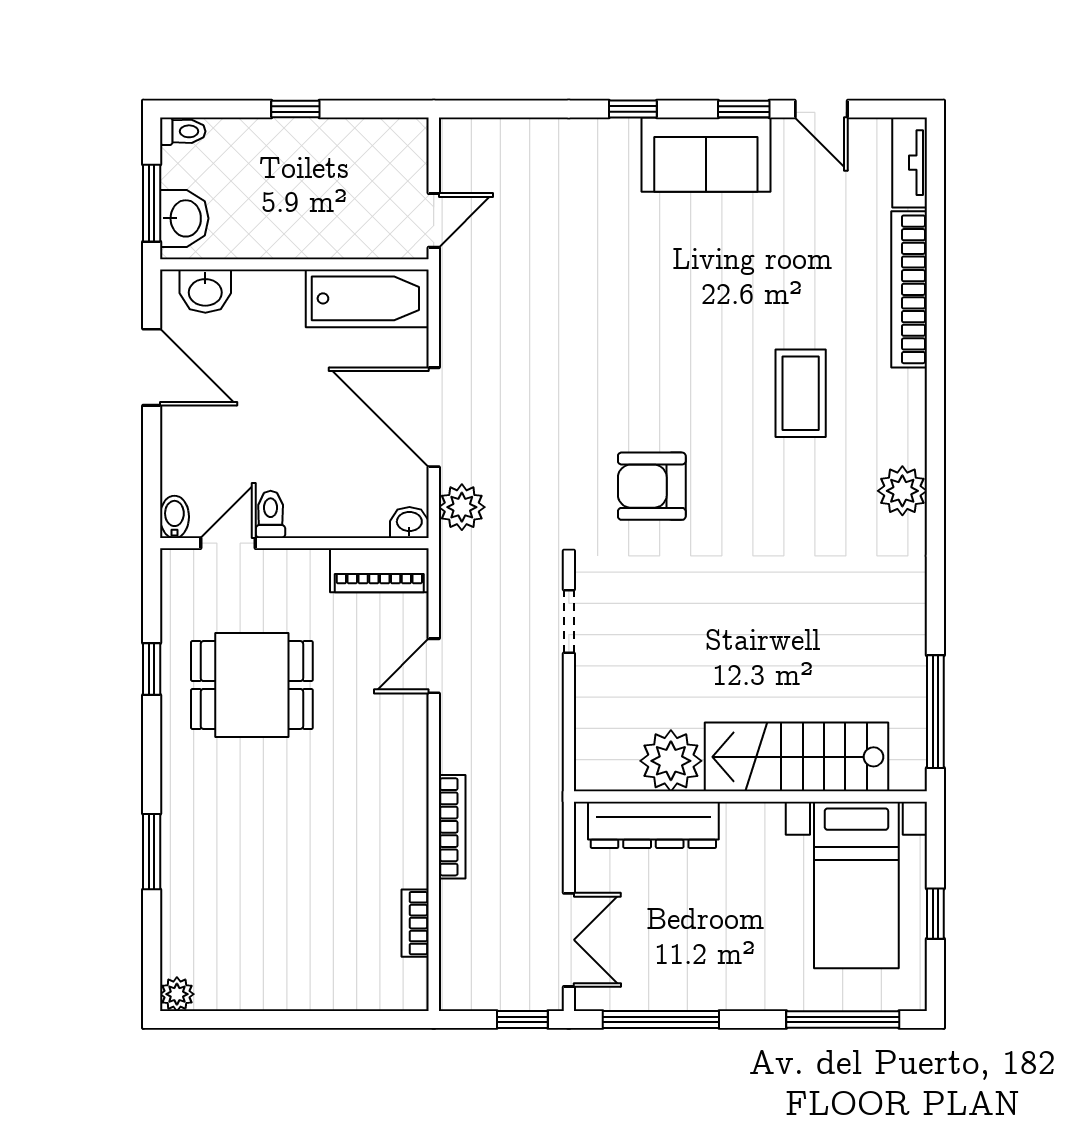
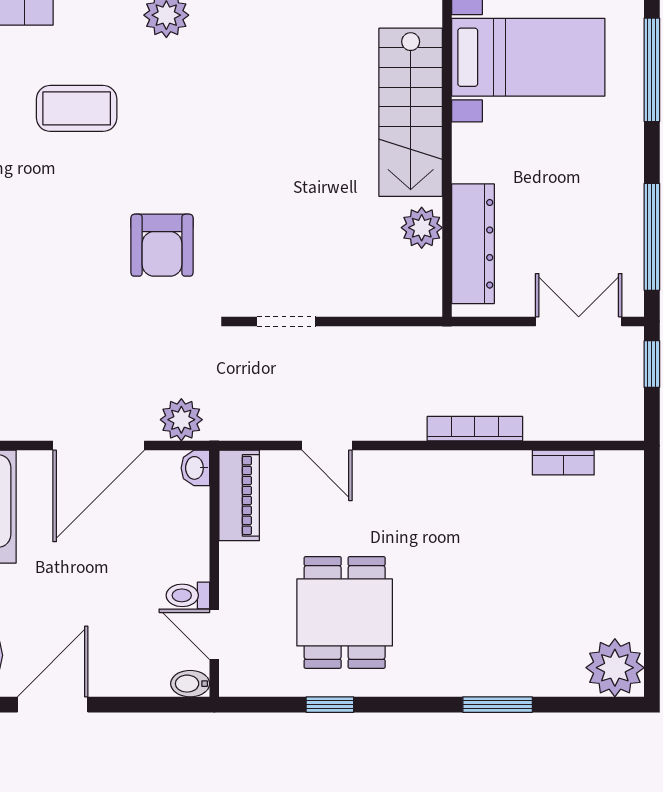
plant: (671, 761) -> (422, 228), width x0.73, depth x0.73
plant: (177, 994) -> (615, 668), width x1.87, depth x1.87

